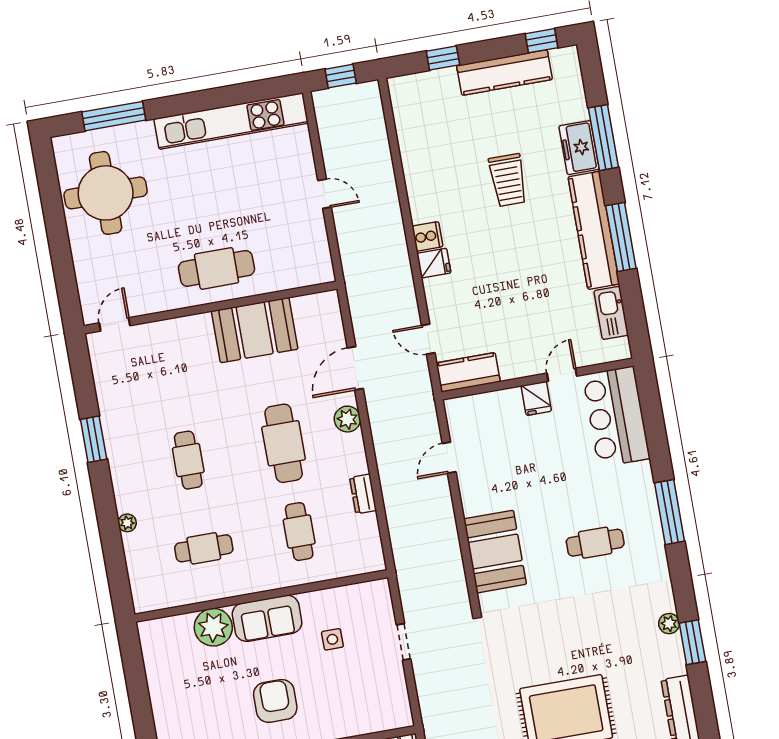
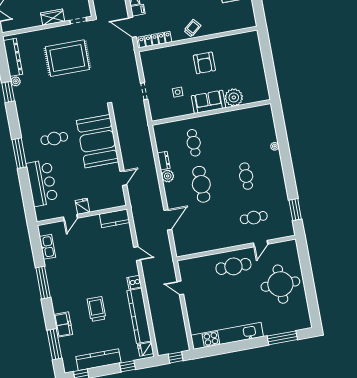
window: (603, 138) -> (54, 344), moved
round table: (106, 193) -> (280, 284), moved
door: (325, 194) -> (180, 288), moved
kitchen counter: (594, 230) -> (139, 316), moved, turned 180
fridge: (434, 263) -> (146, 349), moved
door: (115, 324) -> (261, 244), moved
booth: (255, 330) -> (215, 237), removed
door: (428, 339) -> (137, 254), moved
bar counter: (616, 417) -> (42, 183), moved
plant: (347, 419) -> (168, 176), moved
window: (94, 439) -> (295, 210), moved
cafe table: (204, 548) -> (254, 218), moved
booth: (495, 552) -> (98, 141), width x1.36, depth x1.42
plant: (669, 624) -> (16, 81), moved

